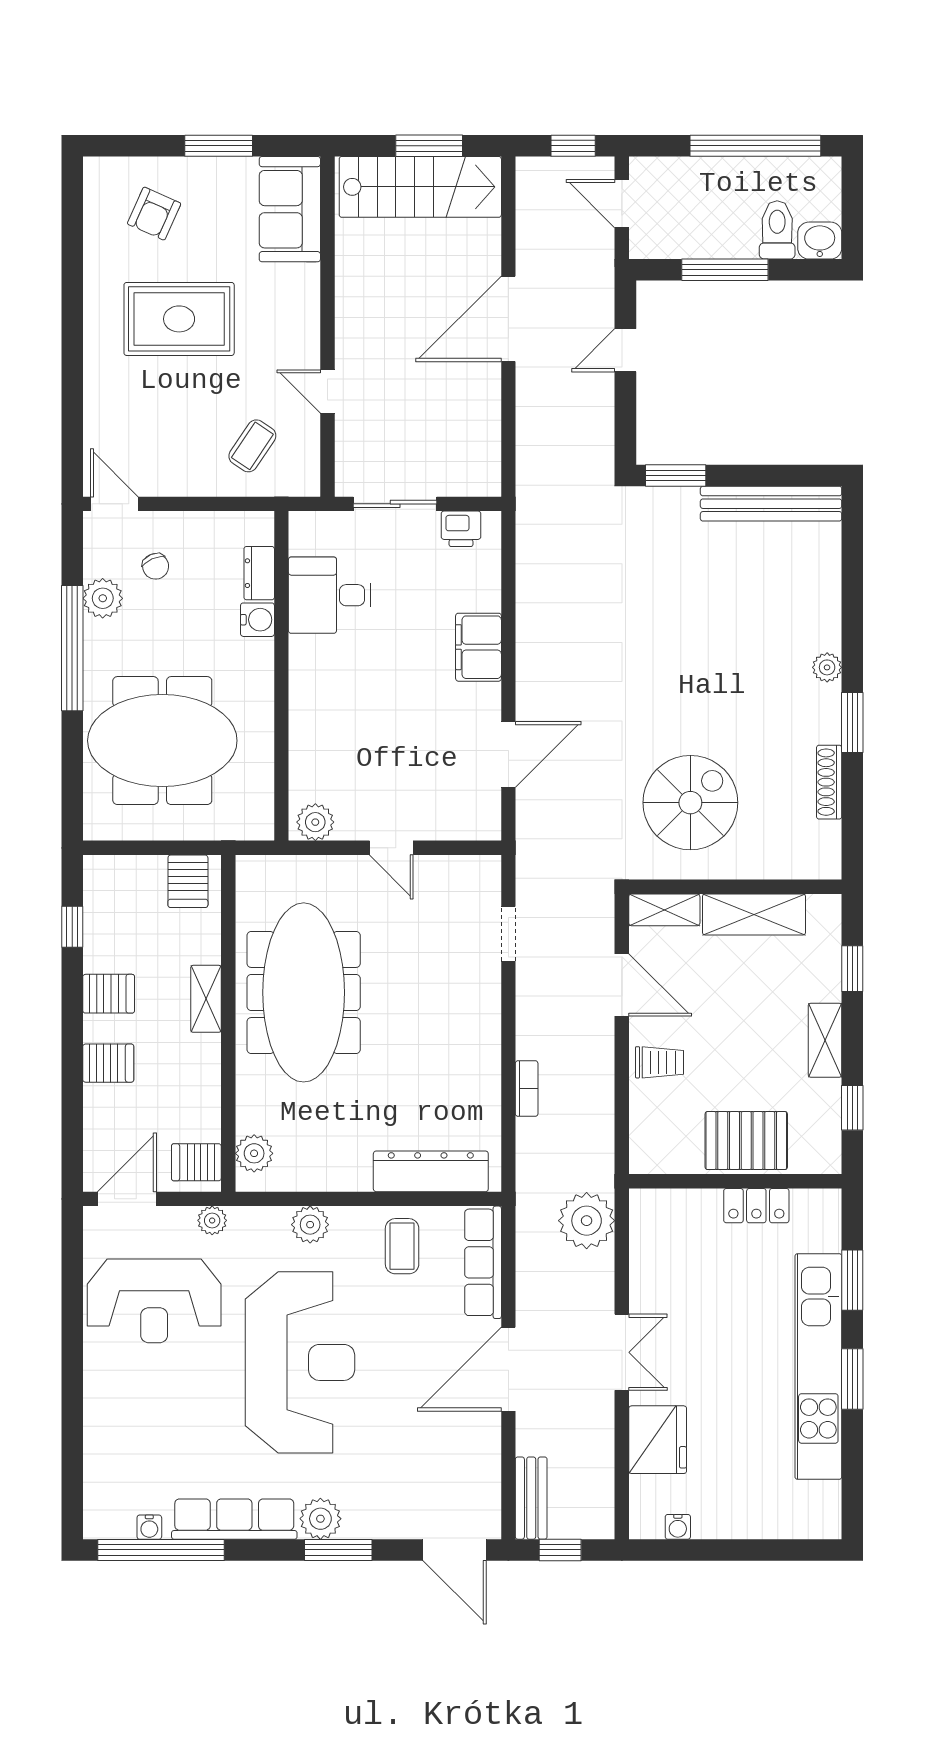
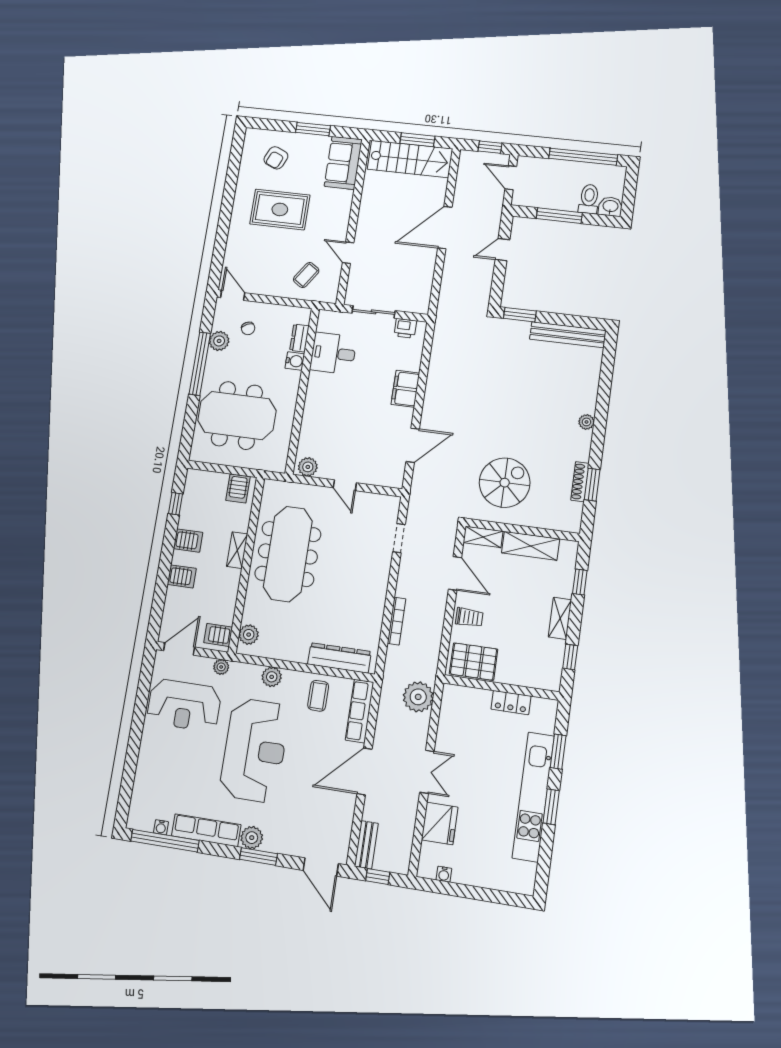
window: (852, 723) -> (592, 485), moved
bookcase: (527, 1089) -> (397, 621), width x1.56
pallet: (746, 1141) -> (474, 662), moved

